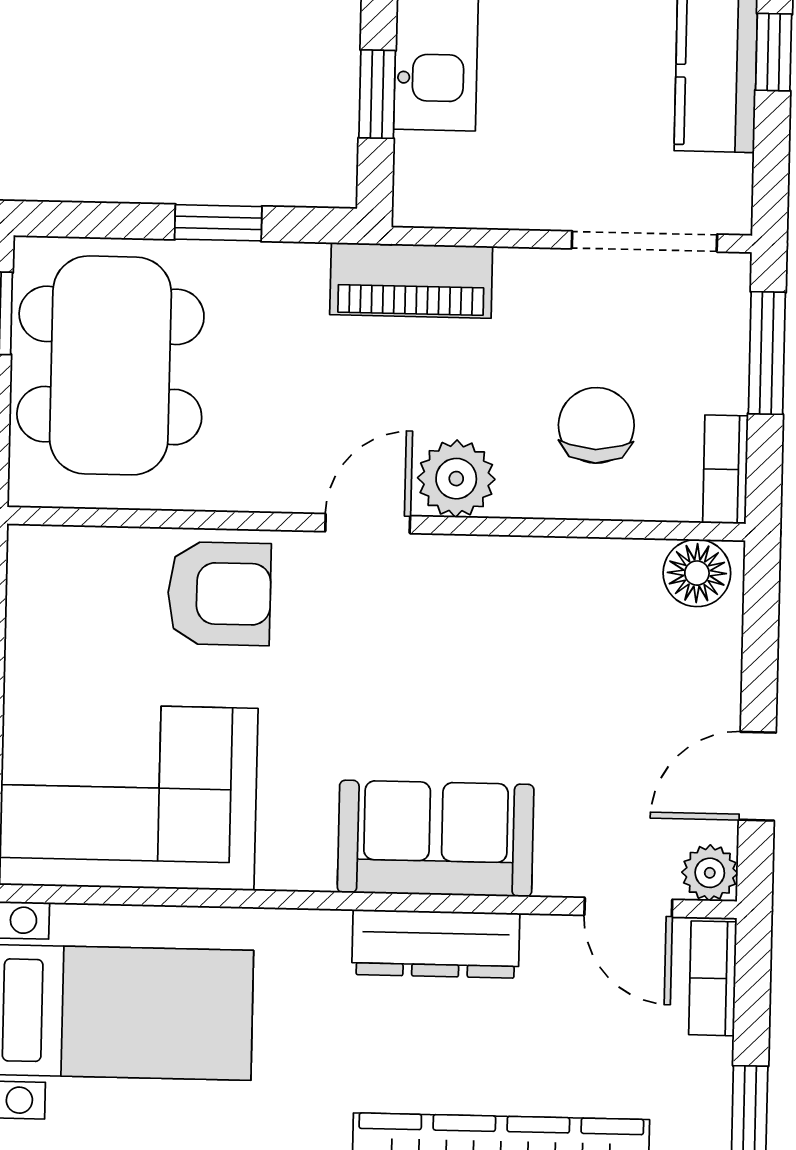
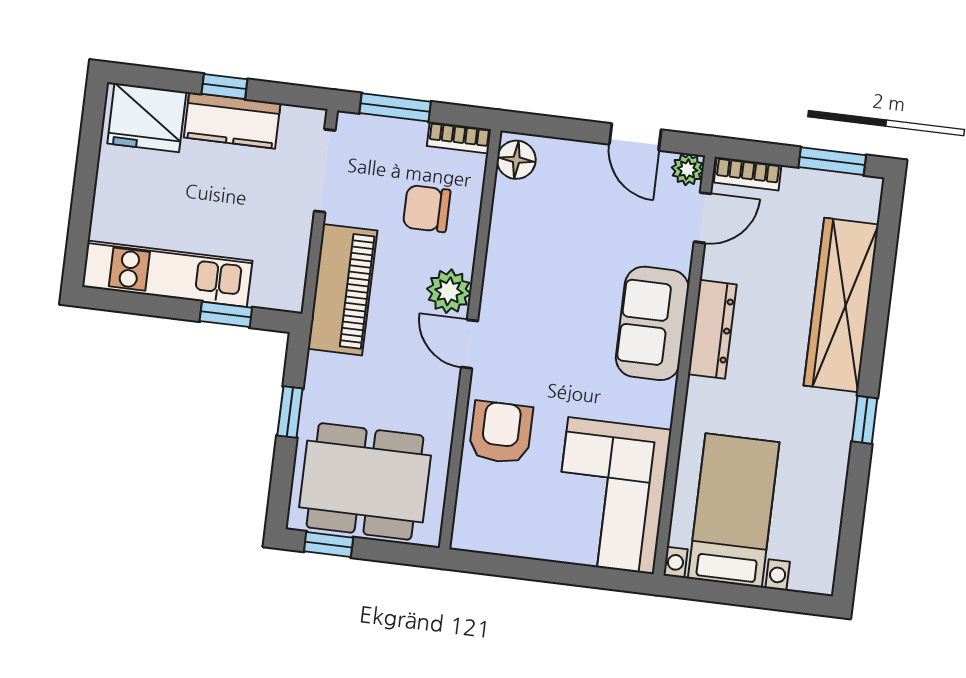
piano: (411, 280) -> (342, 290), width x1.37, depth x1.33

